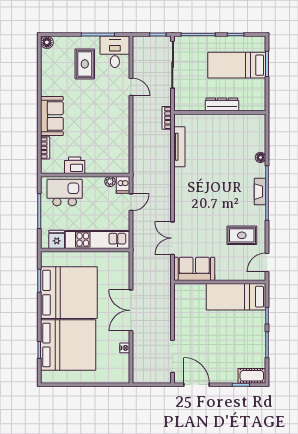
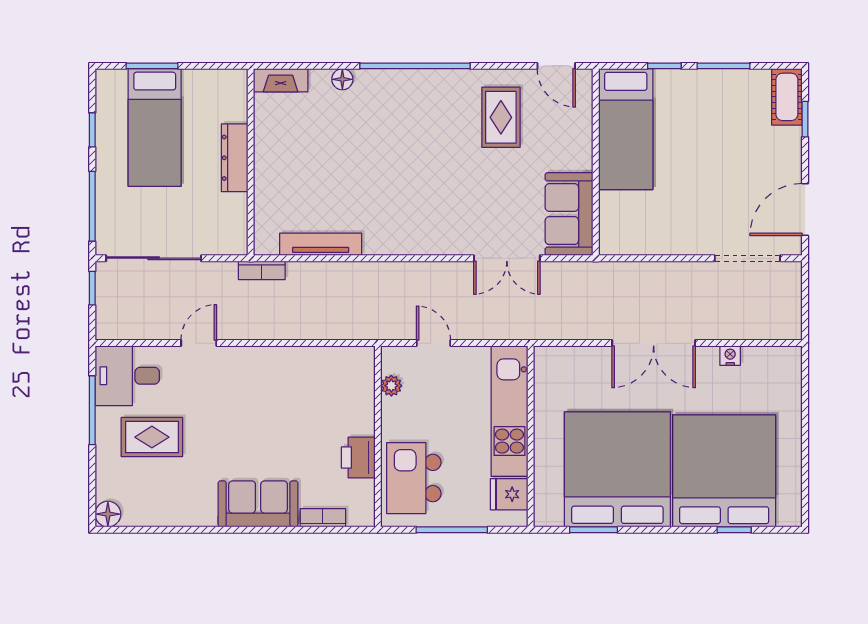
dishwasher: (123, 185) -> (398, 359), removed
fireplace: (260, 192) -> (281, 80), moved

